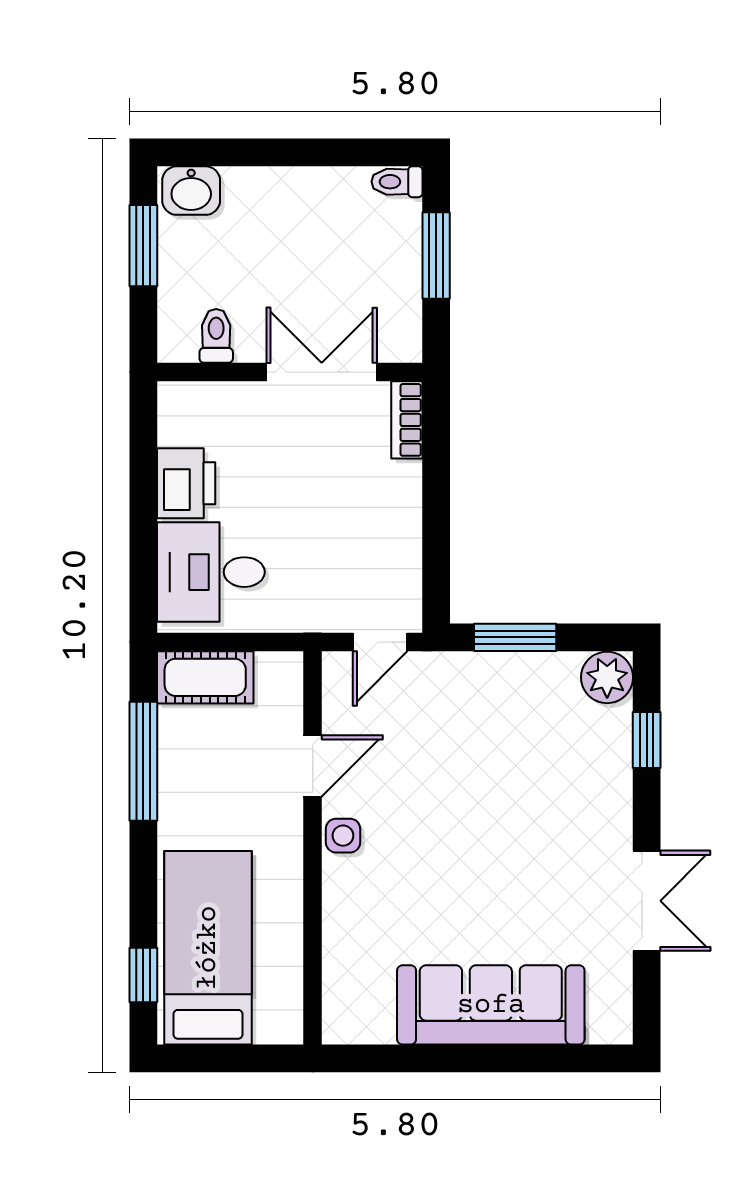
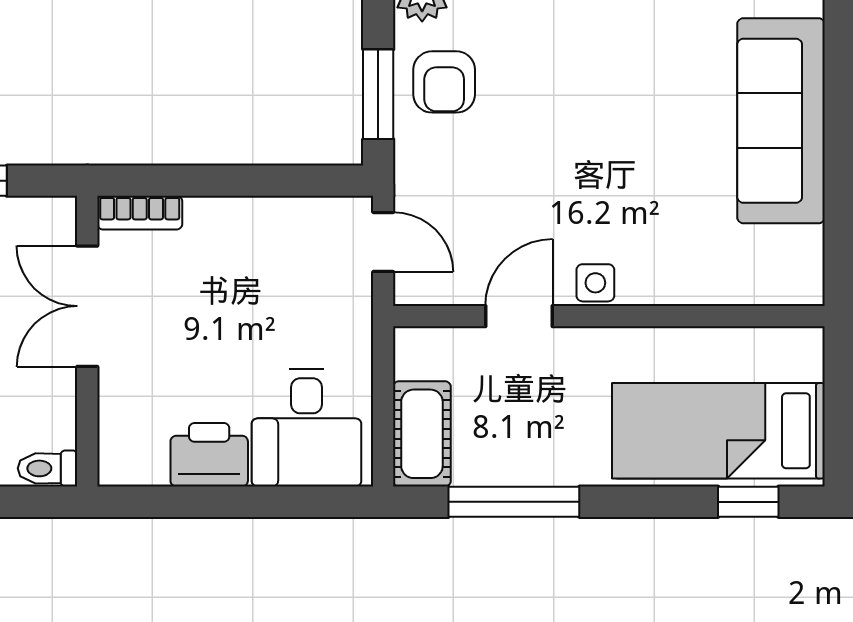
toilet: (216, 336) -> (48, 468), moved
armchair: (526, 698) -> (444, 82), added
door: (313, 766) -> (519, 316), hinge flipped

